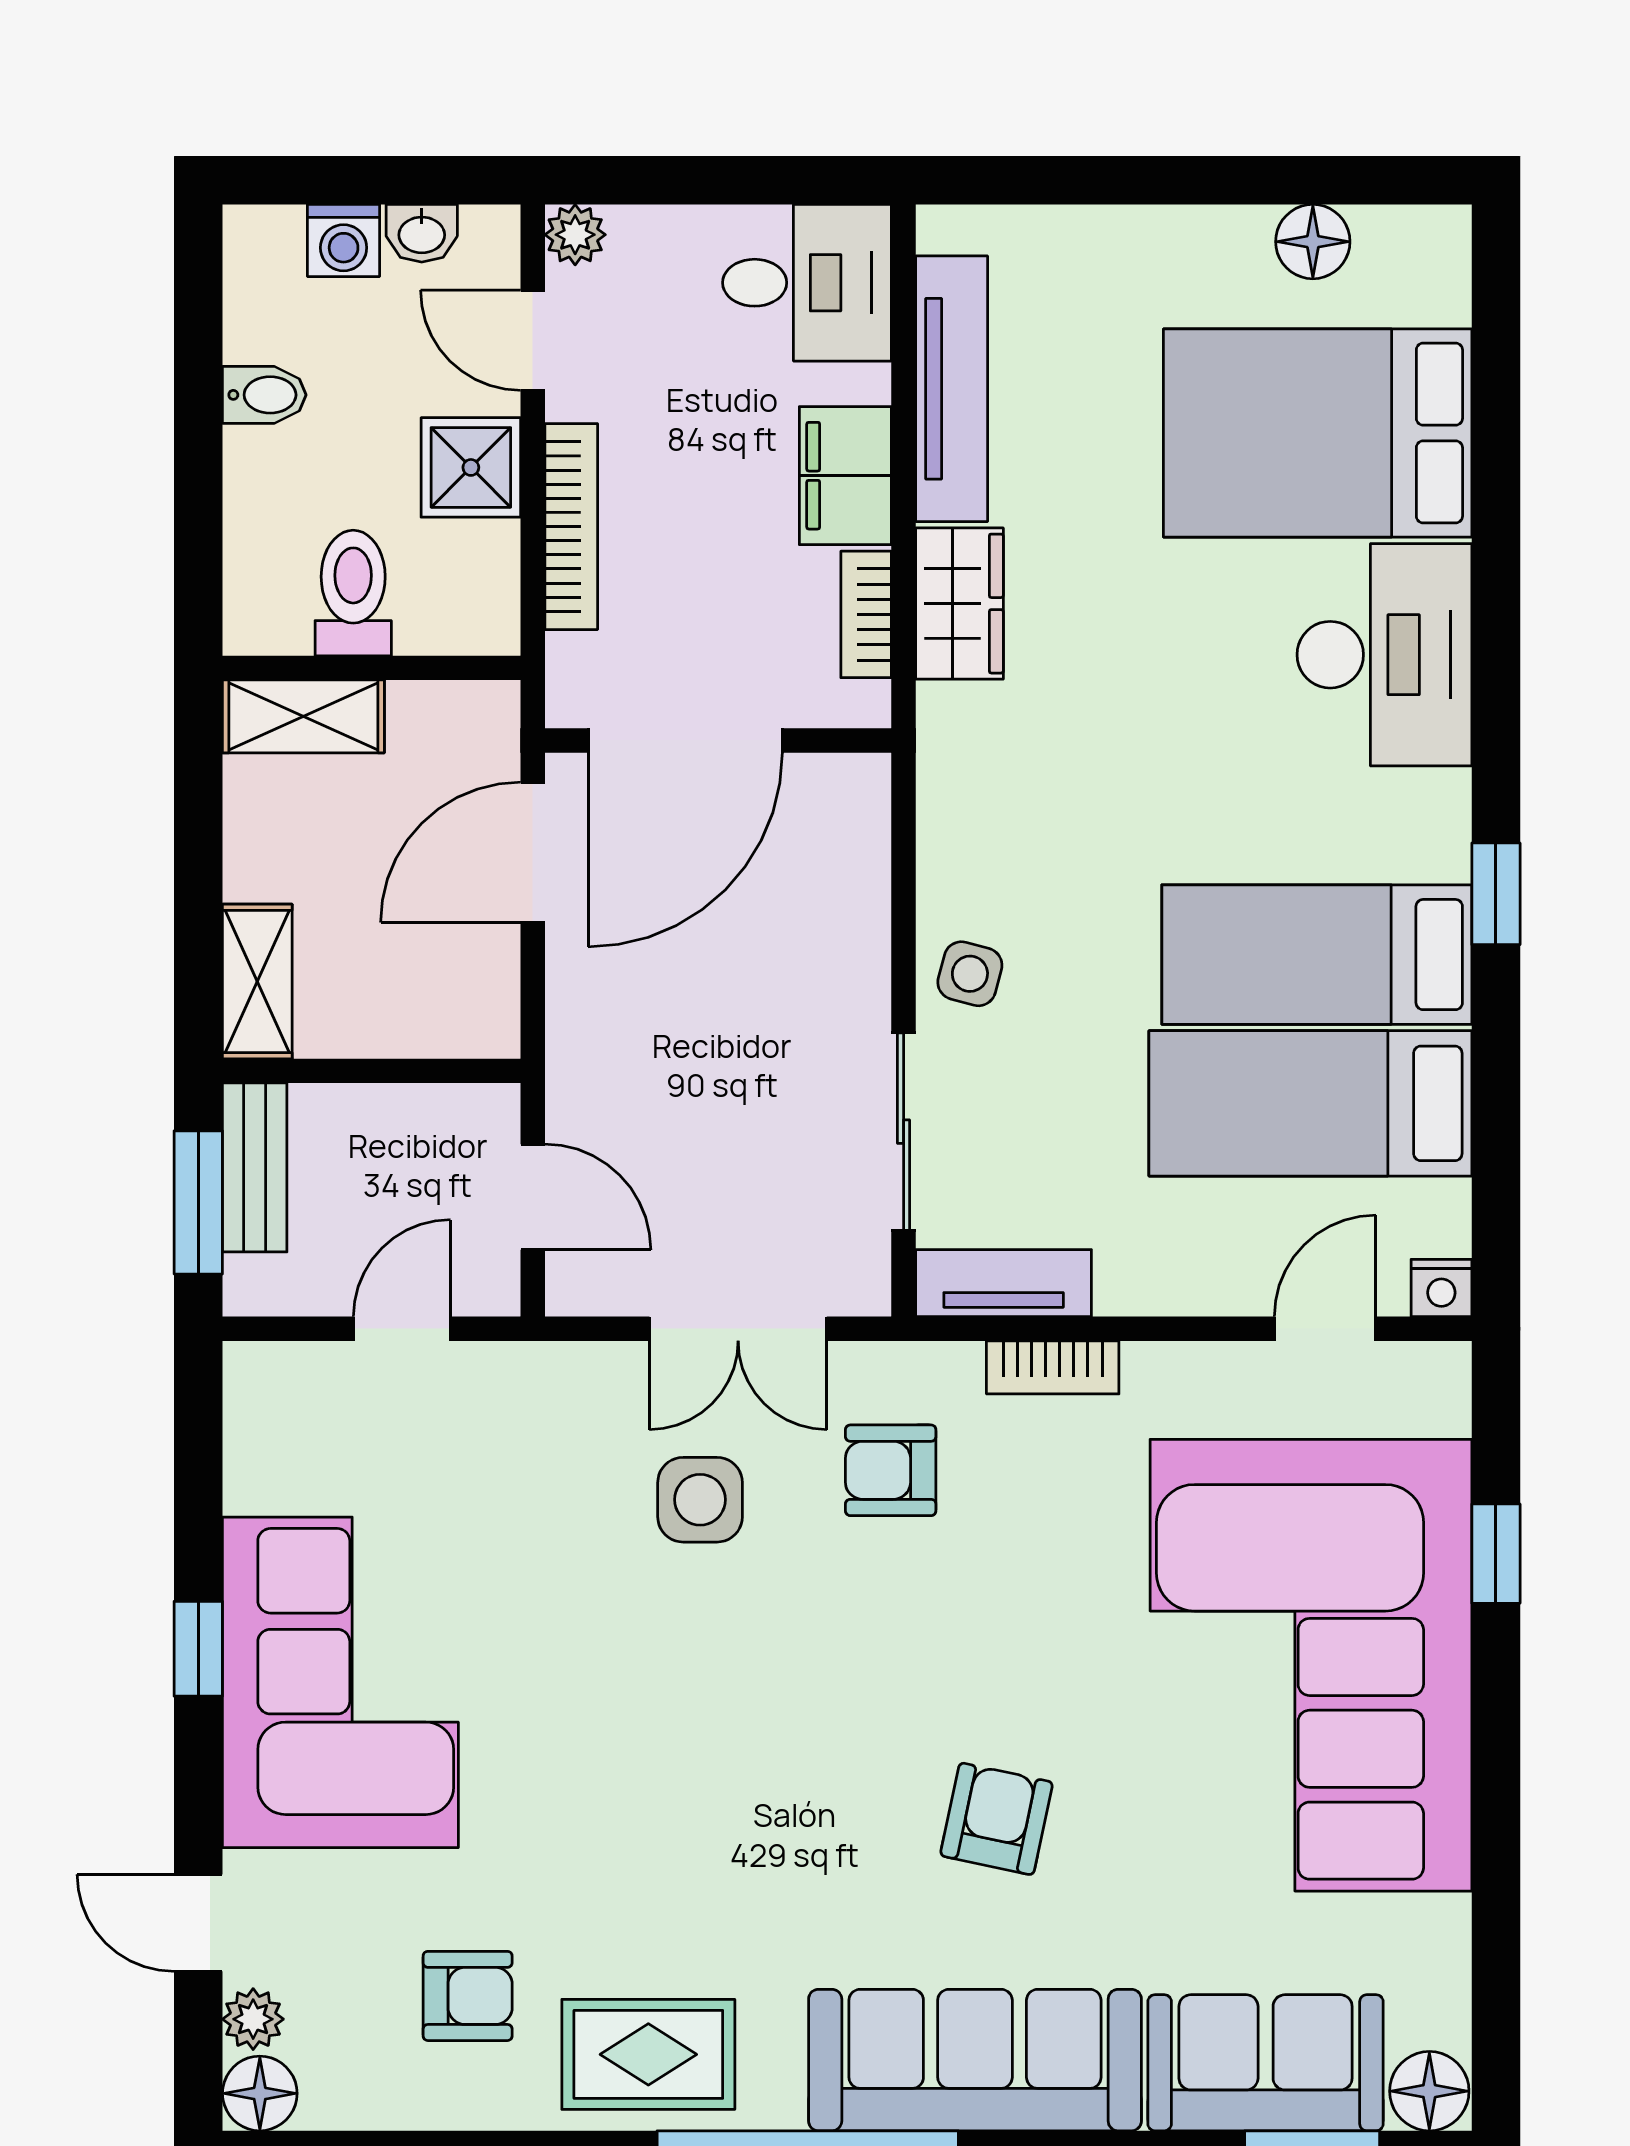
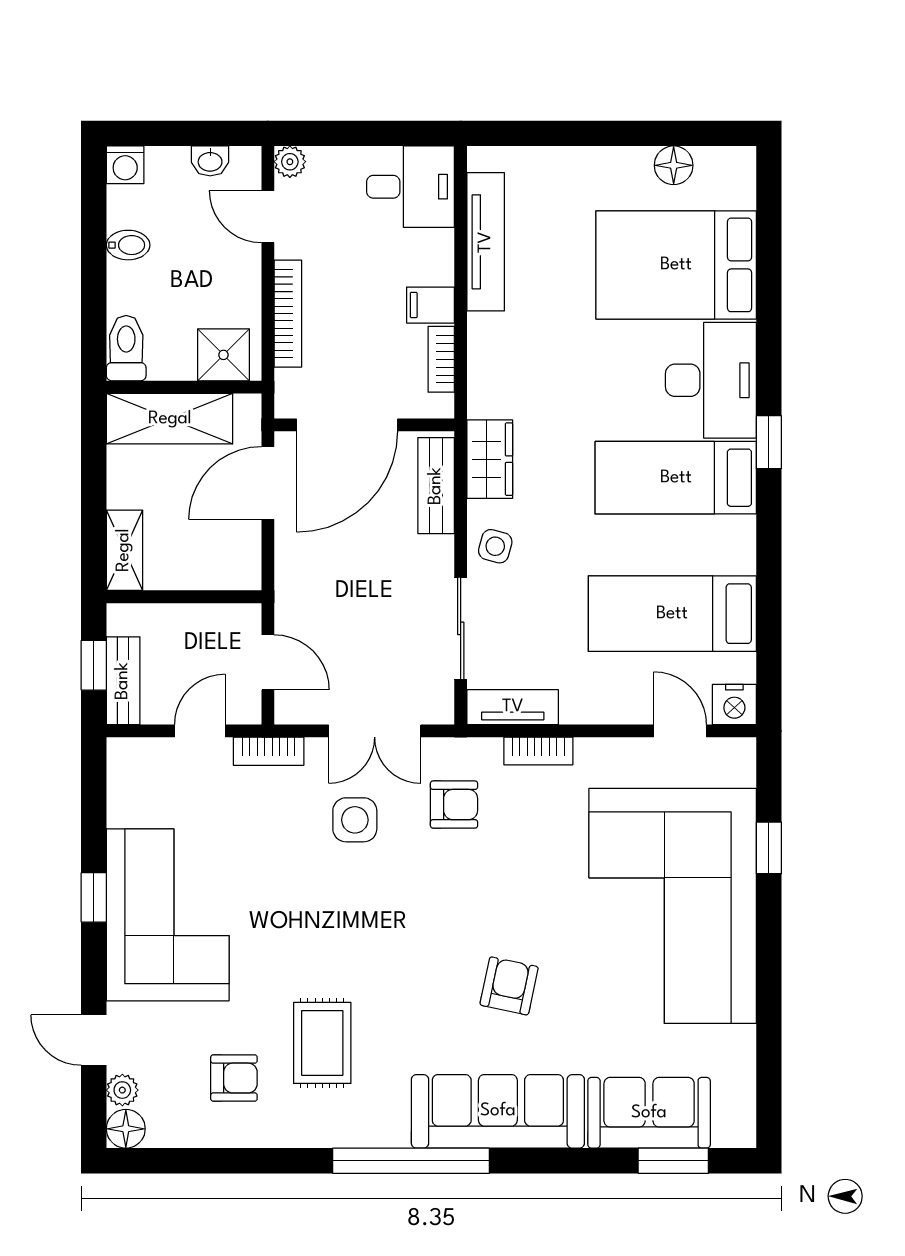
washing machine: (344, 241) -> (125, 165), moved
shower: (471, 467) -> (223, 355), moved
filing cabinet: (845, 476) -> (430, 305), width x0.50
toilet: (353, 593) -> (126, 348), moved
wardrobe: (959, 604) -> (490, 459), moved
shelving: (303, 716) -> (170, 419), width x1.50, depth x1.33
bench: (856, 857) -> (436, 486), added
window: (1496, 894) -> (769, 442), moved
bed: (1317, 955) -> (676, 478), moved
bench: (255, 1167) -> (123, 681), moved
window: (198, 1202) -> (94, 665), width x0.67
nightstand: (1441, 1288) -> (734, 704), width x1.39, depth x1.35
door: (1325, 1329) -> (680, 731), hinge flipped
bookcase: (534, 1368) -> (269, 751), added
armchair: (891, 1470) -> (454, 805), turned 180
rug: (648, 2054) -> (322, 1043), moved, turned 90
floor lamp: (1429, 2091) -> (734, 1128), removed

